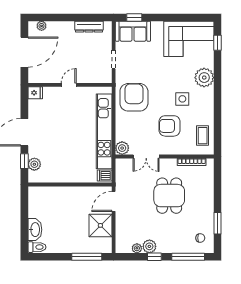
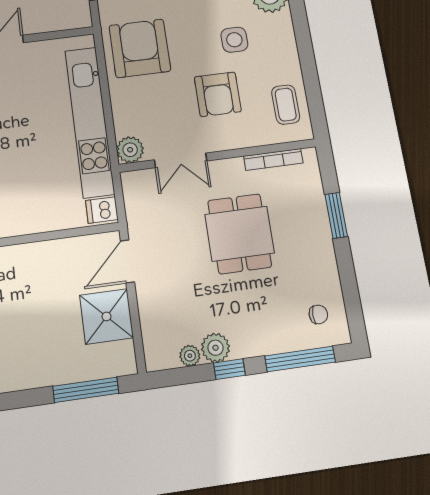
armchair: (169, 126) -> (218, 94), turned -90
window: (217, 223) -> (336, 215), moved

